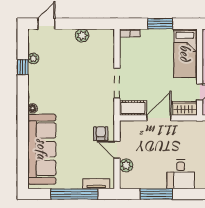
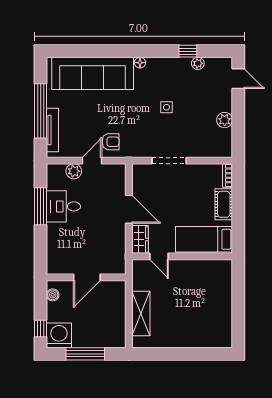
window: (160, 24) -> (238, 211), removed
side table: (71, 85) -> (167, 107), added
cot: (133, 108) -> (224, 204), moved
desk: (181, 174) -> (63, 206), moved
tv unit: (96, 184) -> (52, 130), width x1.41

